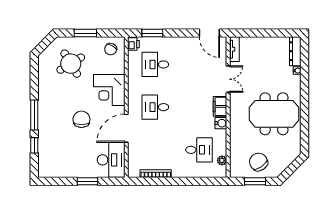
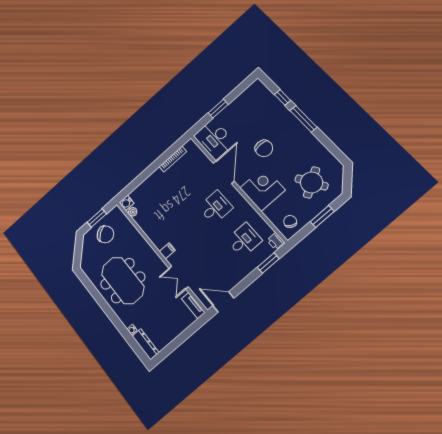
filing cabinet: (220, 106) -> (167, 251), width x0.50
meeting table: (274, 114) -> (123, 281), turned 90
water cooler: (221, 123) -> (127, 203), moved
desk: (199, 150) -> (156, 205), removed

